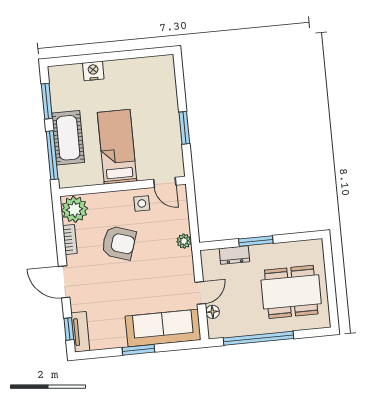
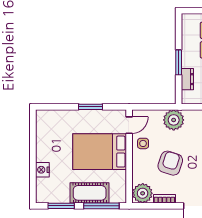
bed: (117, 147) -> (100, 152), width x1.50
plant: (184, 241) -> (174, 120), width x1.87, depth x1.87

